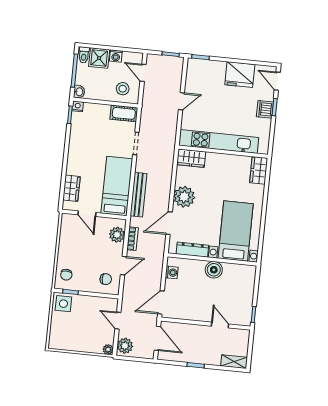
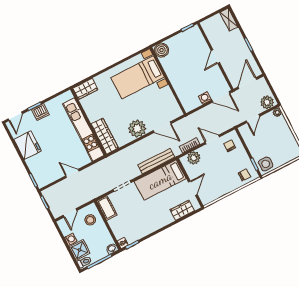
wardrobe: (191, 158) -> (105, 136), width x1.50
dresser: (192, 250) -> (170, 99), removed
boiler: (214, 270) -> (161, 50), moved
washing machine: (172, 272) -> (205, 98), moved
door: (220, 325) -> (215, 57), moved

